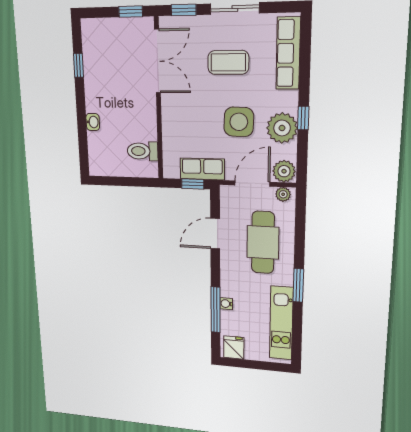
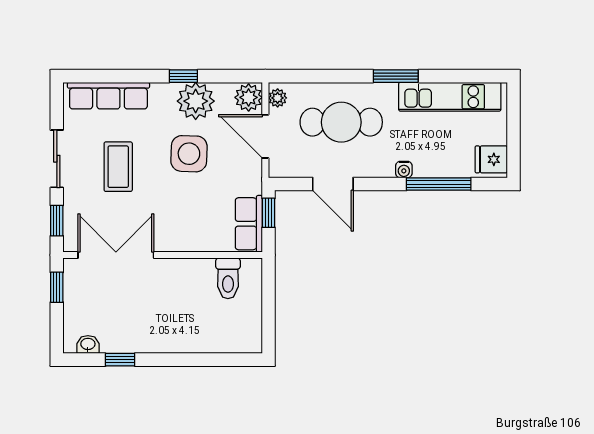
washbasin: (93, 122) -> (88, 344), moved
row of seats: (202, 169) -> (249, 224), moved
water cooler: (226, 304) -> (404, 170), moved

